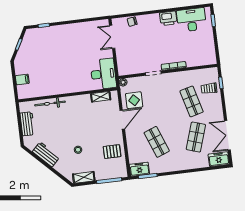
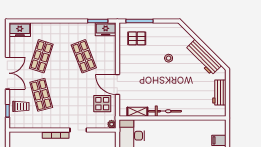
bicycle: (50, 103) -> (165, 111), moved
door: (122, 120) -> (117, 84), hinge flipped
double door: (227, 135) -> (7, 73), moved
pallet: (112, 152) -> (137, 38), moved
workbench: (46, 154) -> (203, 57), width x1.38
shelving: (84, 177) -> (166, 28), removed

